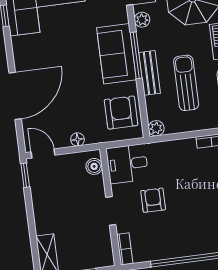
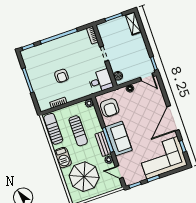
bench: (150, 73) -> (103, 144), moved
door: (15, 96) -> (173, 118), moved
armchair: (153, 200) -> (61, 76), moved

